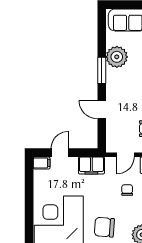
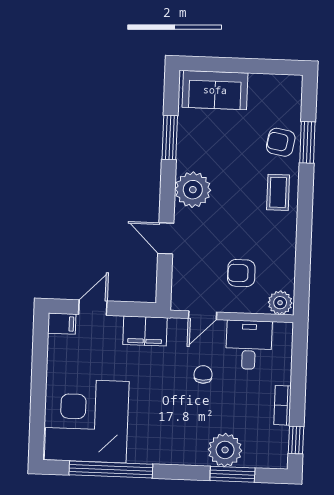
plant: (117, 57) -> (193, 190), moved
window: (102, 70) -> (170, 138), moved
chair: (104, 227) -> (163, 435), removed

